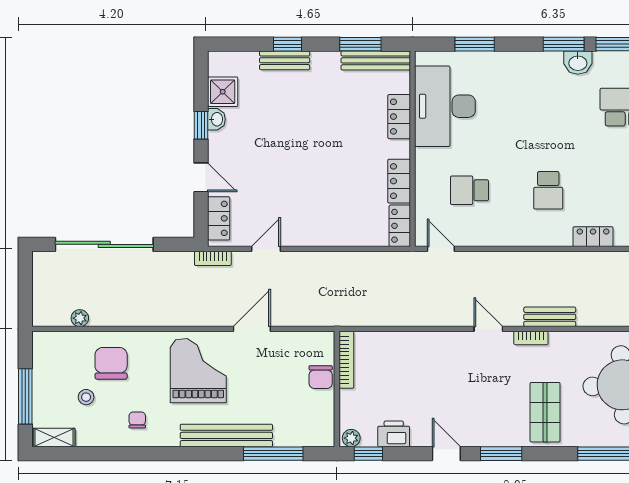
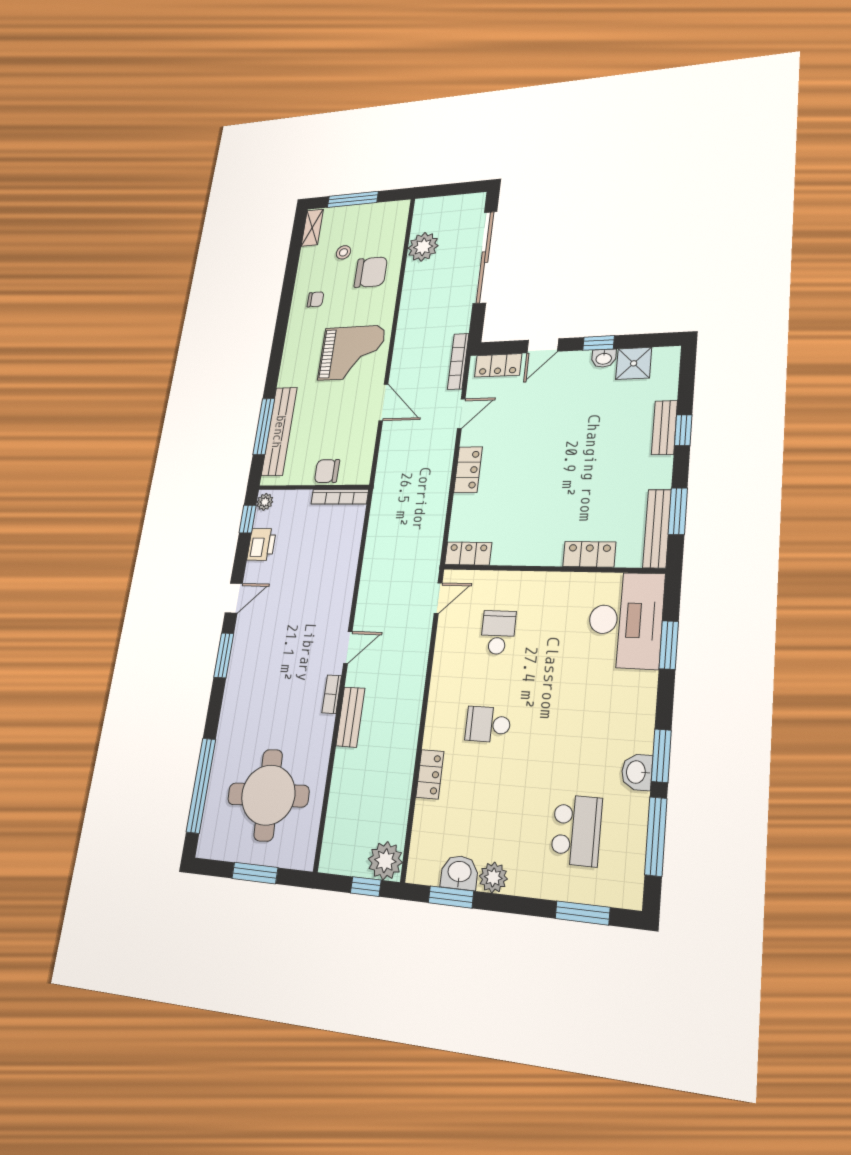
desk: (445, 106) -> (626, 620), moved, turned 90
locker: (399, 181) -> (468, 470), moved, turned 90
door: (266, 249) -> (461, 414), hinge flipped
bookcase: (213, 258) -> (458, 361), width x1.56
plant: (80, 318) -> (423, 247), width x1.88, depth x1.88
shop shelf: (545, 412) -> (255, 705), removed
bench: (226, 435) -> (279, 431), moved

